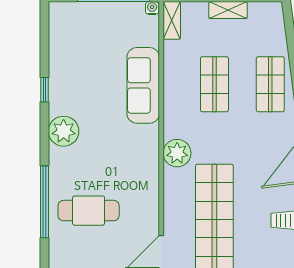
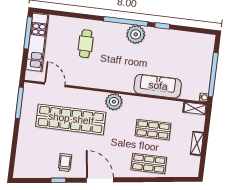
window: (45, 202) -> (126, 21), moved
cafe table: (89, 211) -> (86, 44), width x0.73, depth x0.74

